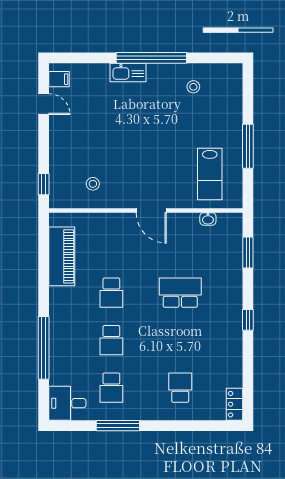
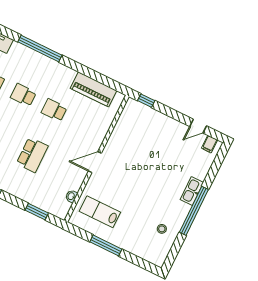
stool: (93, 184) -> (131, 133), removed

